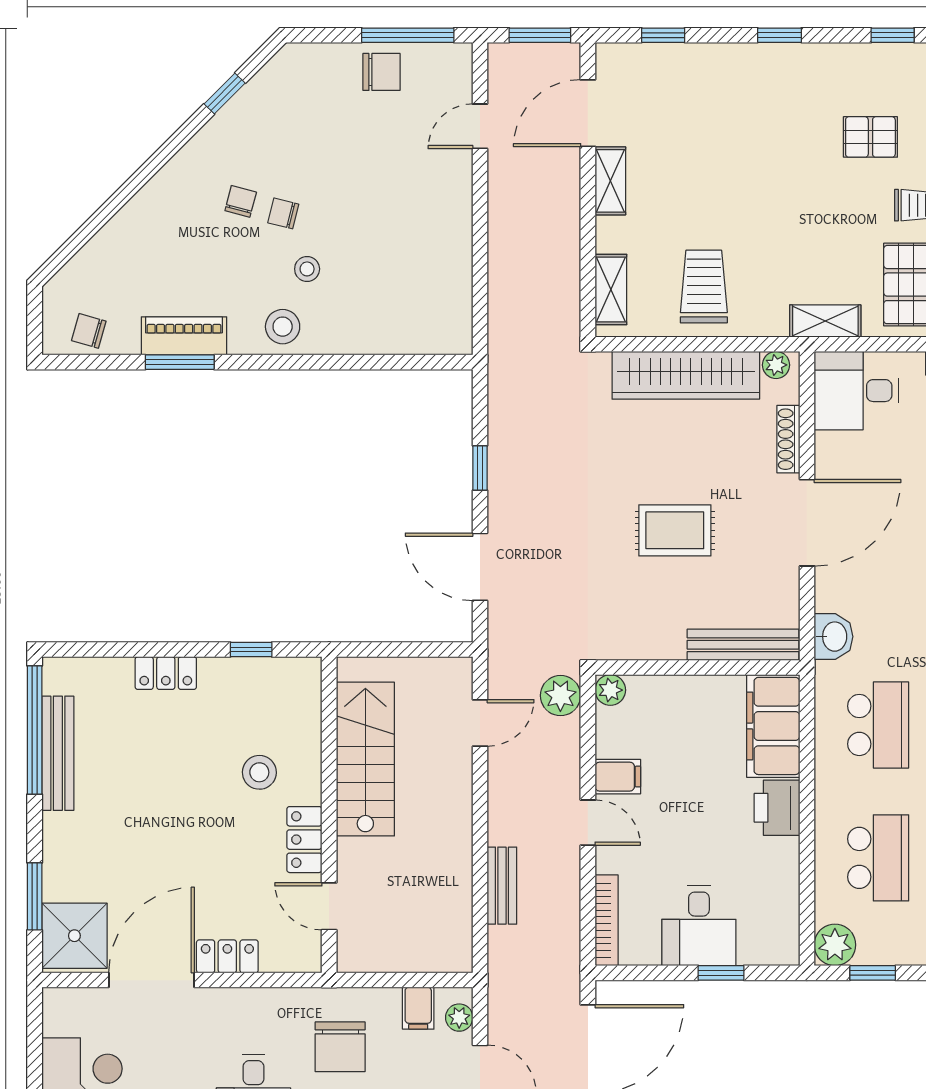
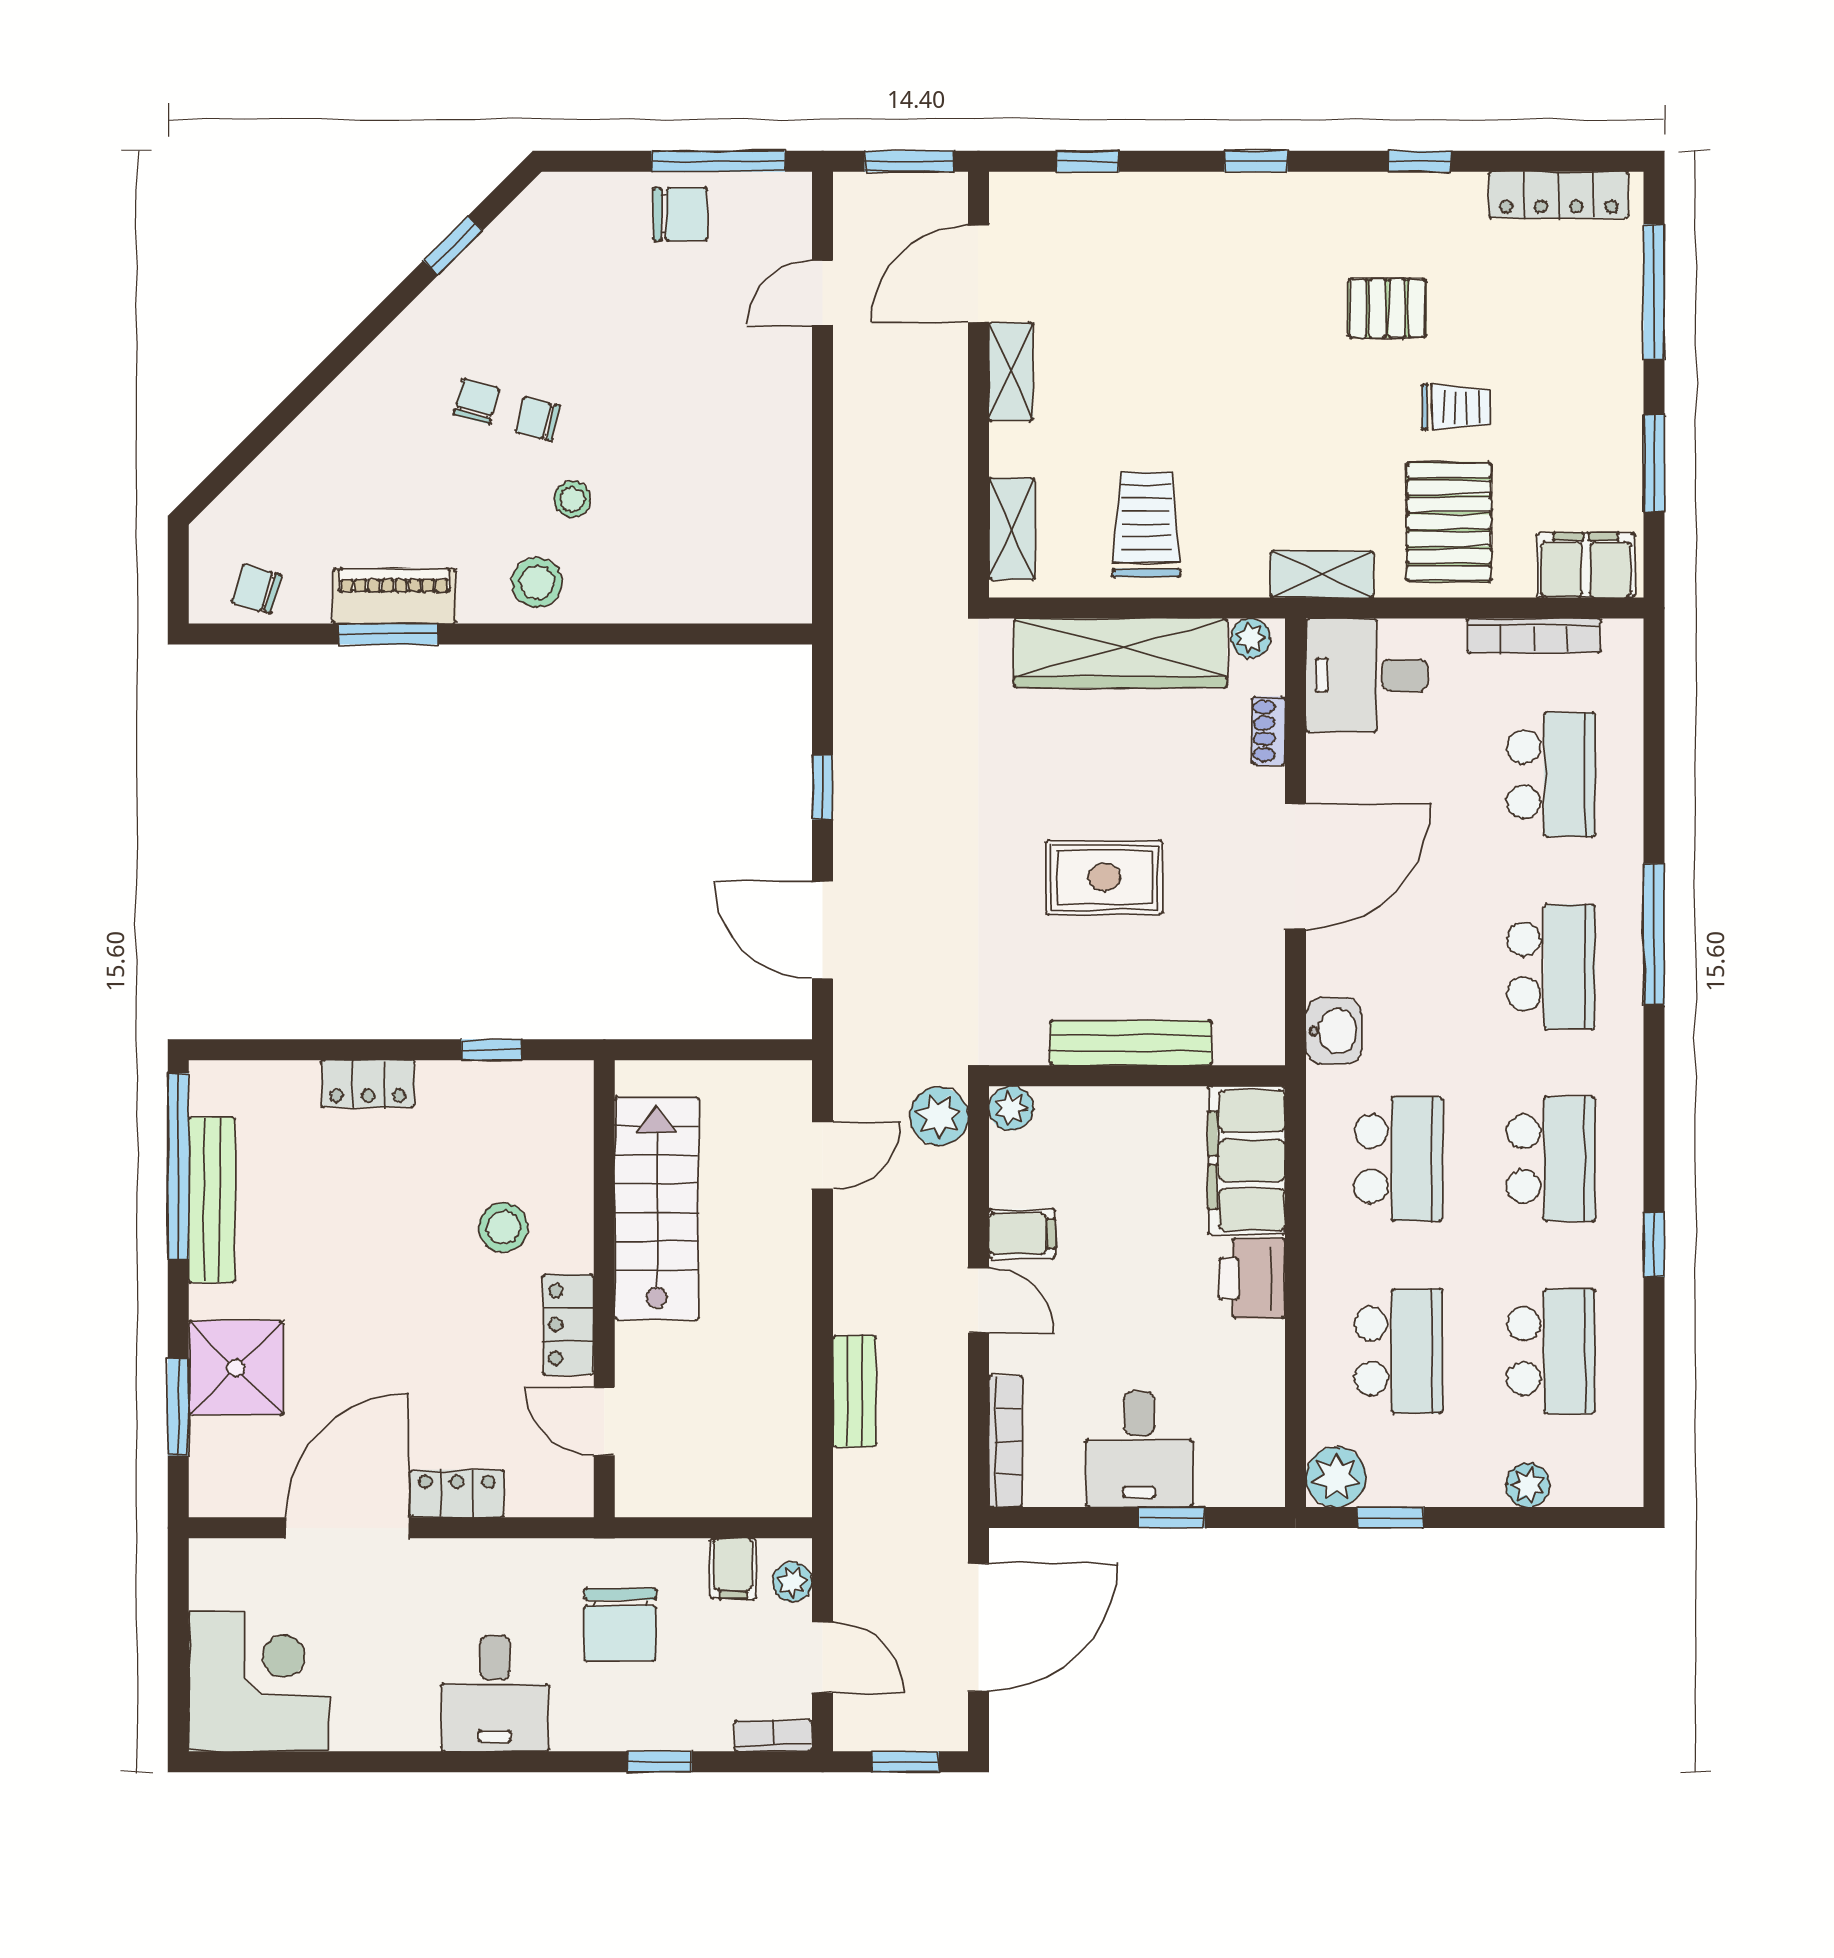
shoe rack: (788, 439) -> (1269, 731), width x0.70
bench: (743, 645) -> (1131, 1043), moved
shower: (74, 936) -> (236, 1368), moved

